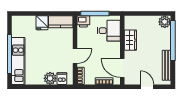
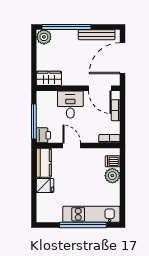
desk: (109, 31) -> (70, 105), moved
wardrobe: (130, 40) -> (49, 78), moved
door: (75, 56) -> (72, 145), moved
door: (122, 68) -> (100, 88), hinge flipped
door: (147, 87) -> (122, 58), width x1.87

